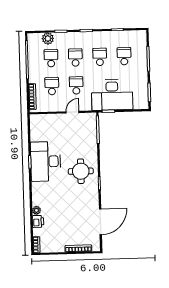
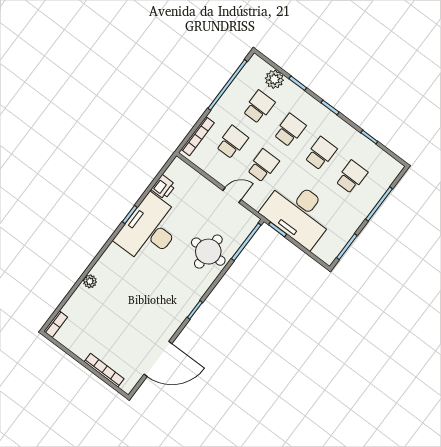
round table: (81, 171) -> (208, 252), moved
printer: (38, 221) -> (163, 187), moved

